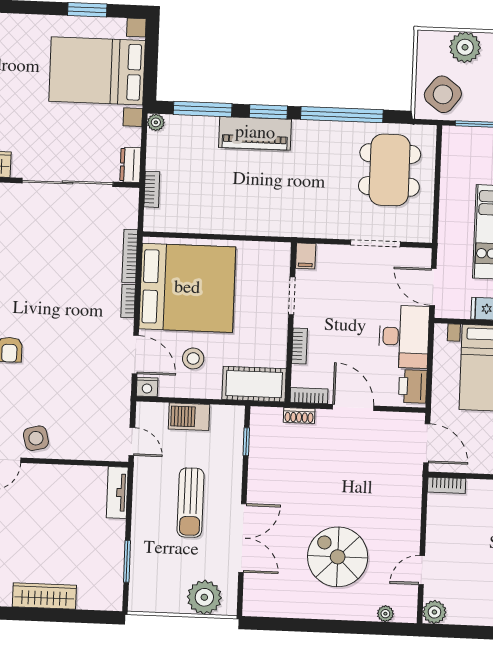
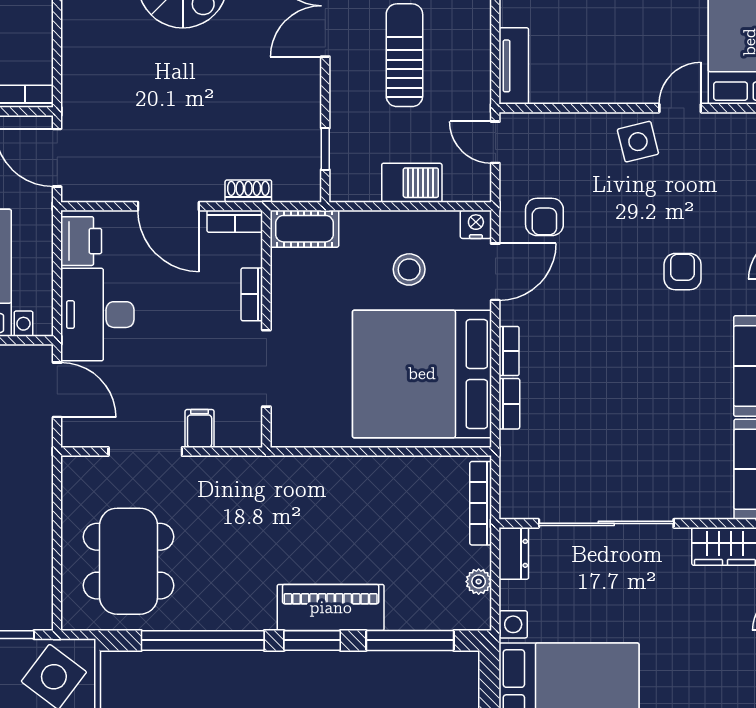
plant: (156, 122) -> (479, 582), moved
bookcase: (152, 189) -> (481, 503), width x1.56
bookcase: (130, 256) -> (509, 404), width x0.64
filing cabinet: (306, 256) -> (200, 428), moved
doorway: (292, 296) -> (266, 368), width x1.38
door: (135, 354) -> (495, 272), swing flipped
cot: (254, 384) -> (304, 229), width x0.73, depth x0.75
armchair: (101, 390) -> (544, 217), added

